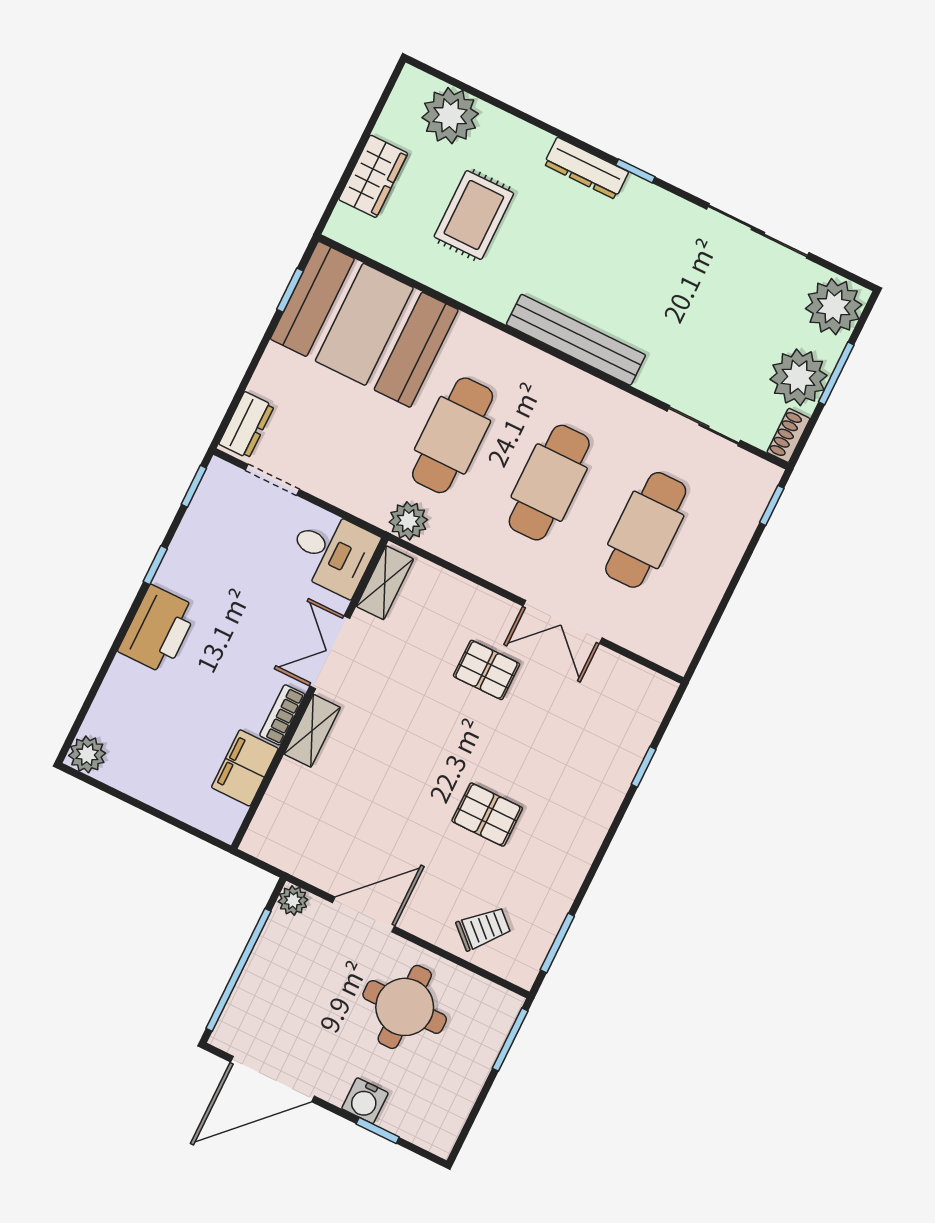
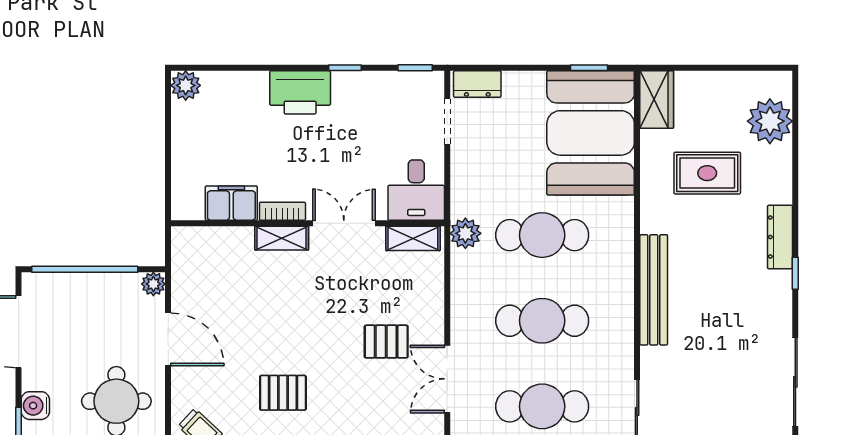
wardrobe: (373, 176) -> (657, 100), moved, turned -90
pallet: (486, 670) -> (386, 342), turned 90
pallet: (487, 815) -> (283, 393), turned 90

